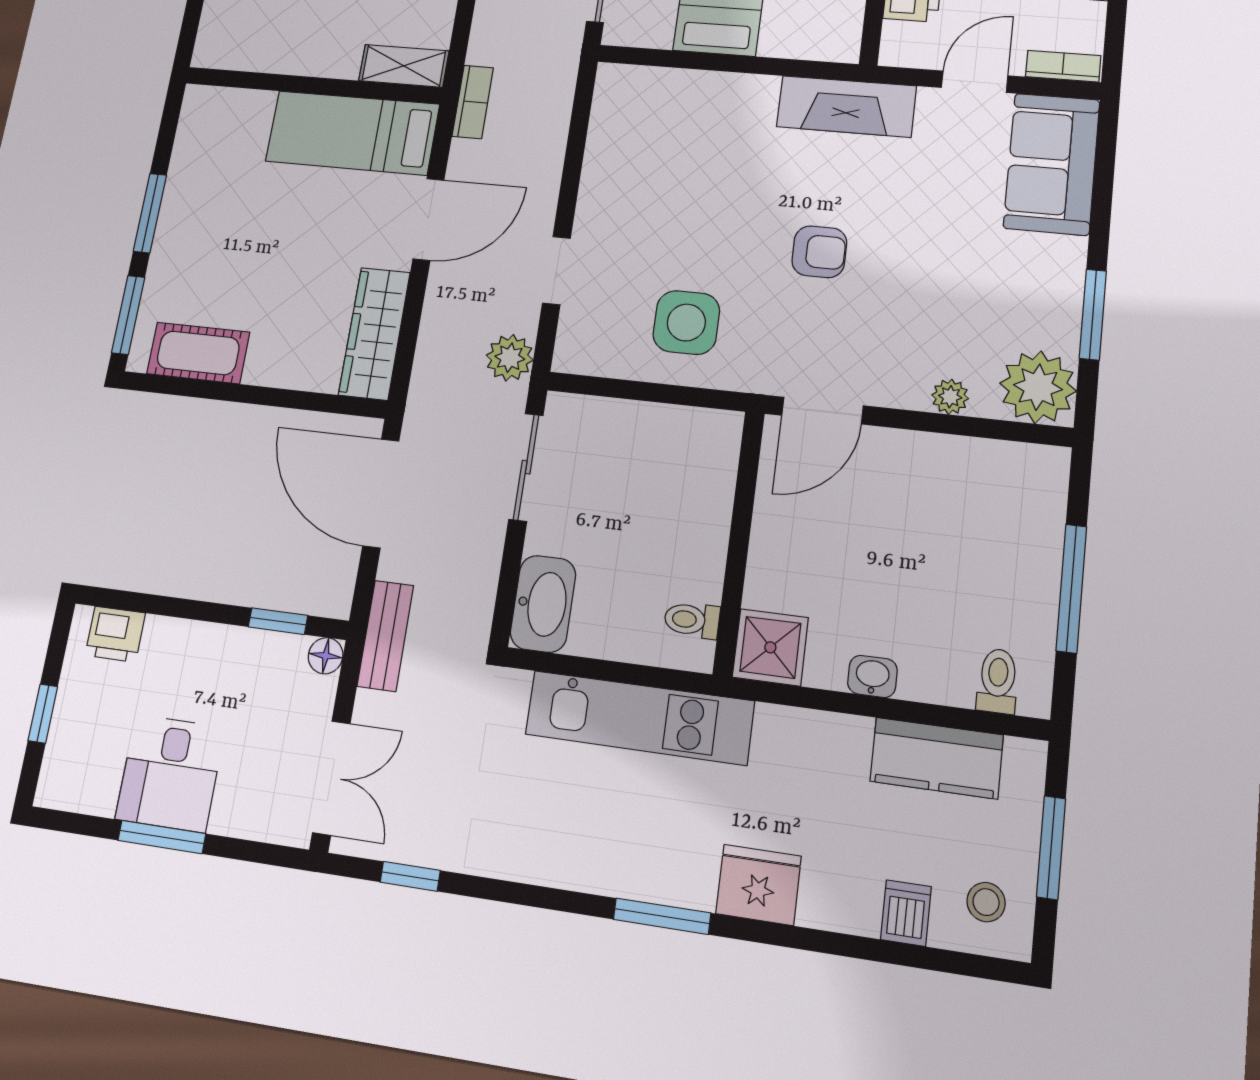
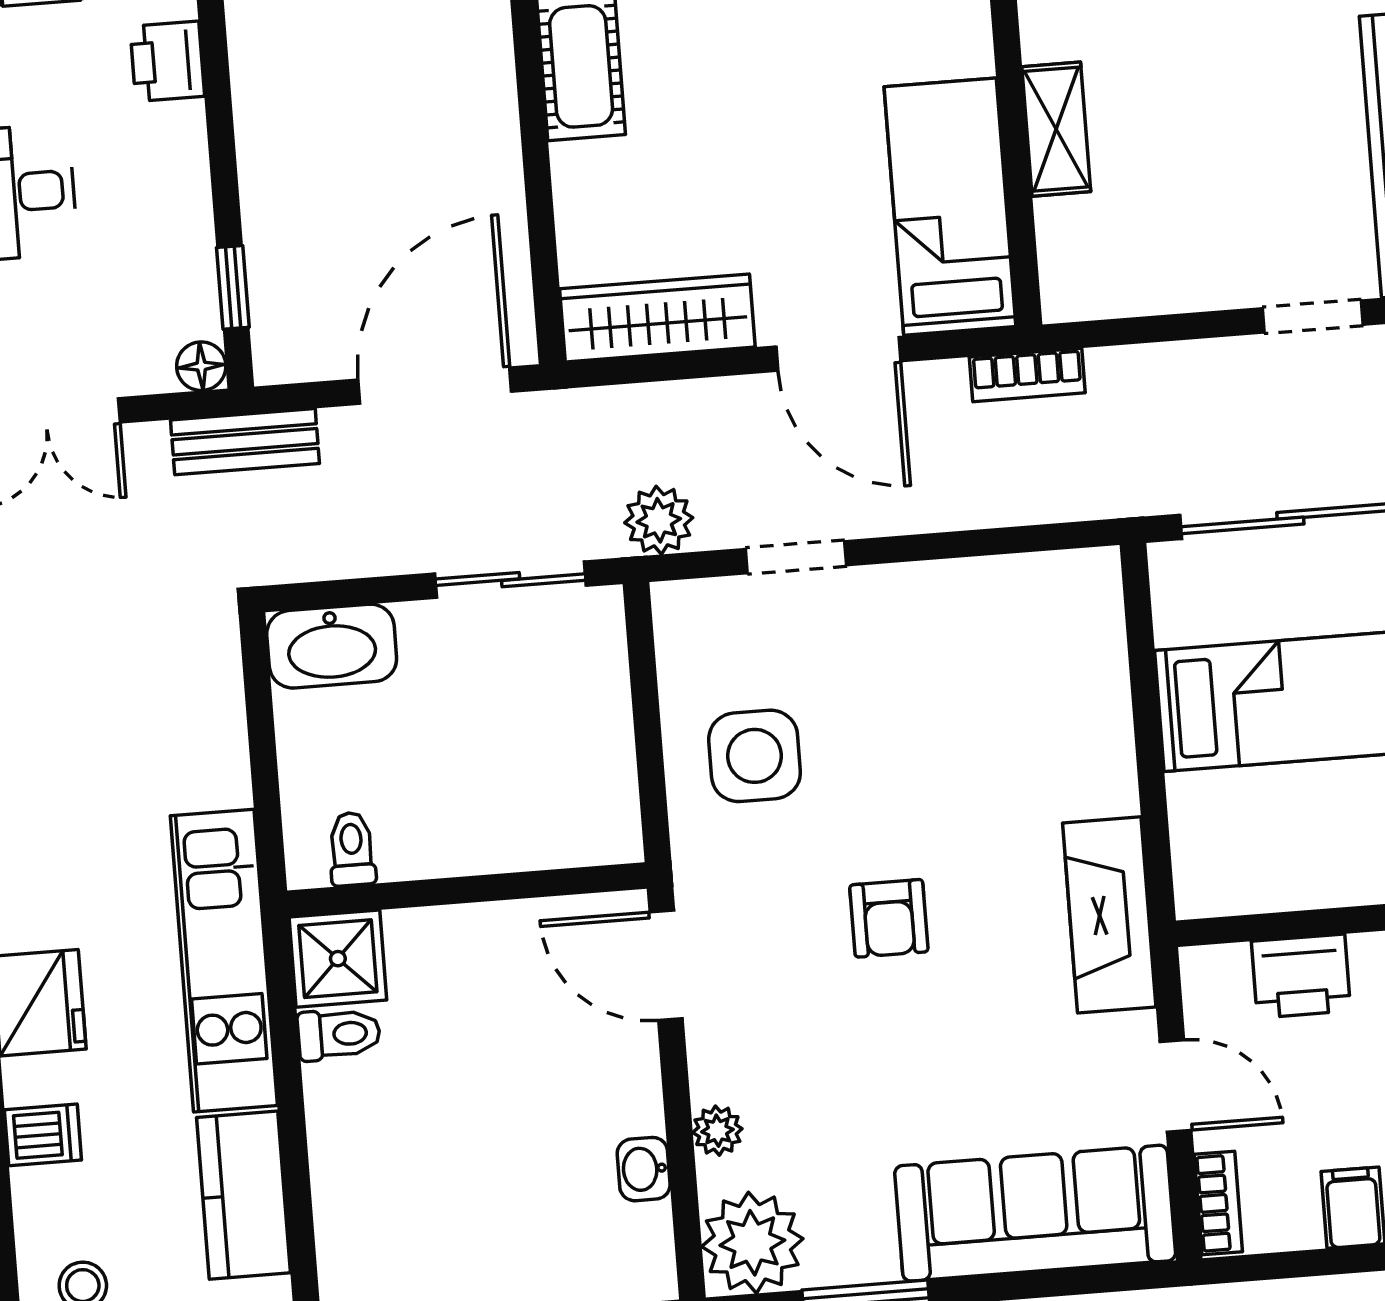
shelving: (404, 66) -> (1056, 129), moved
sofa: (1052, 164) -> (1035, 1213), width x1.36
washbasin: (872, 676) -> (644, 1169), moved, turned 180
toilet: (998, 681) -> (339, 1034), moved
kitchen unit: (639, 718) -> (224, 961), moved
dishwasher: (906, 913) -> (43, 1135), moved

